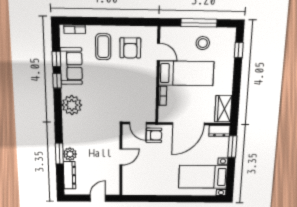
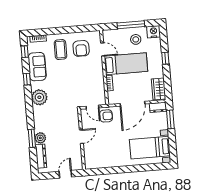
nightstand: (227, 35) -> (154, 32), added
window: (239, 50) -> (165, 58), moved
window: (56, 59) -> (25, 52), moved

